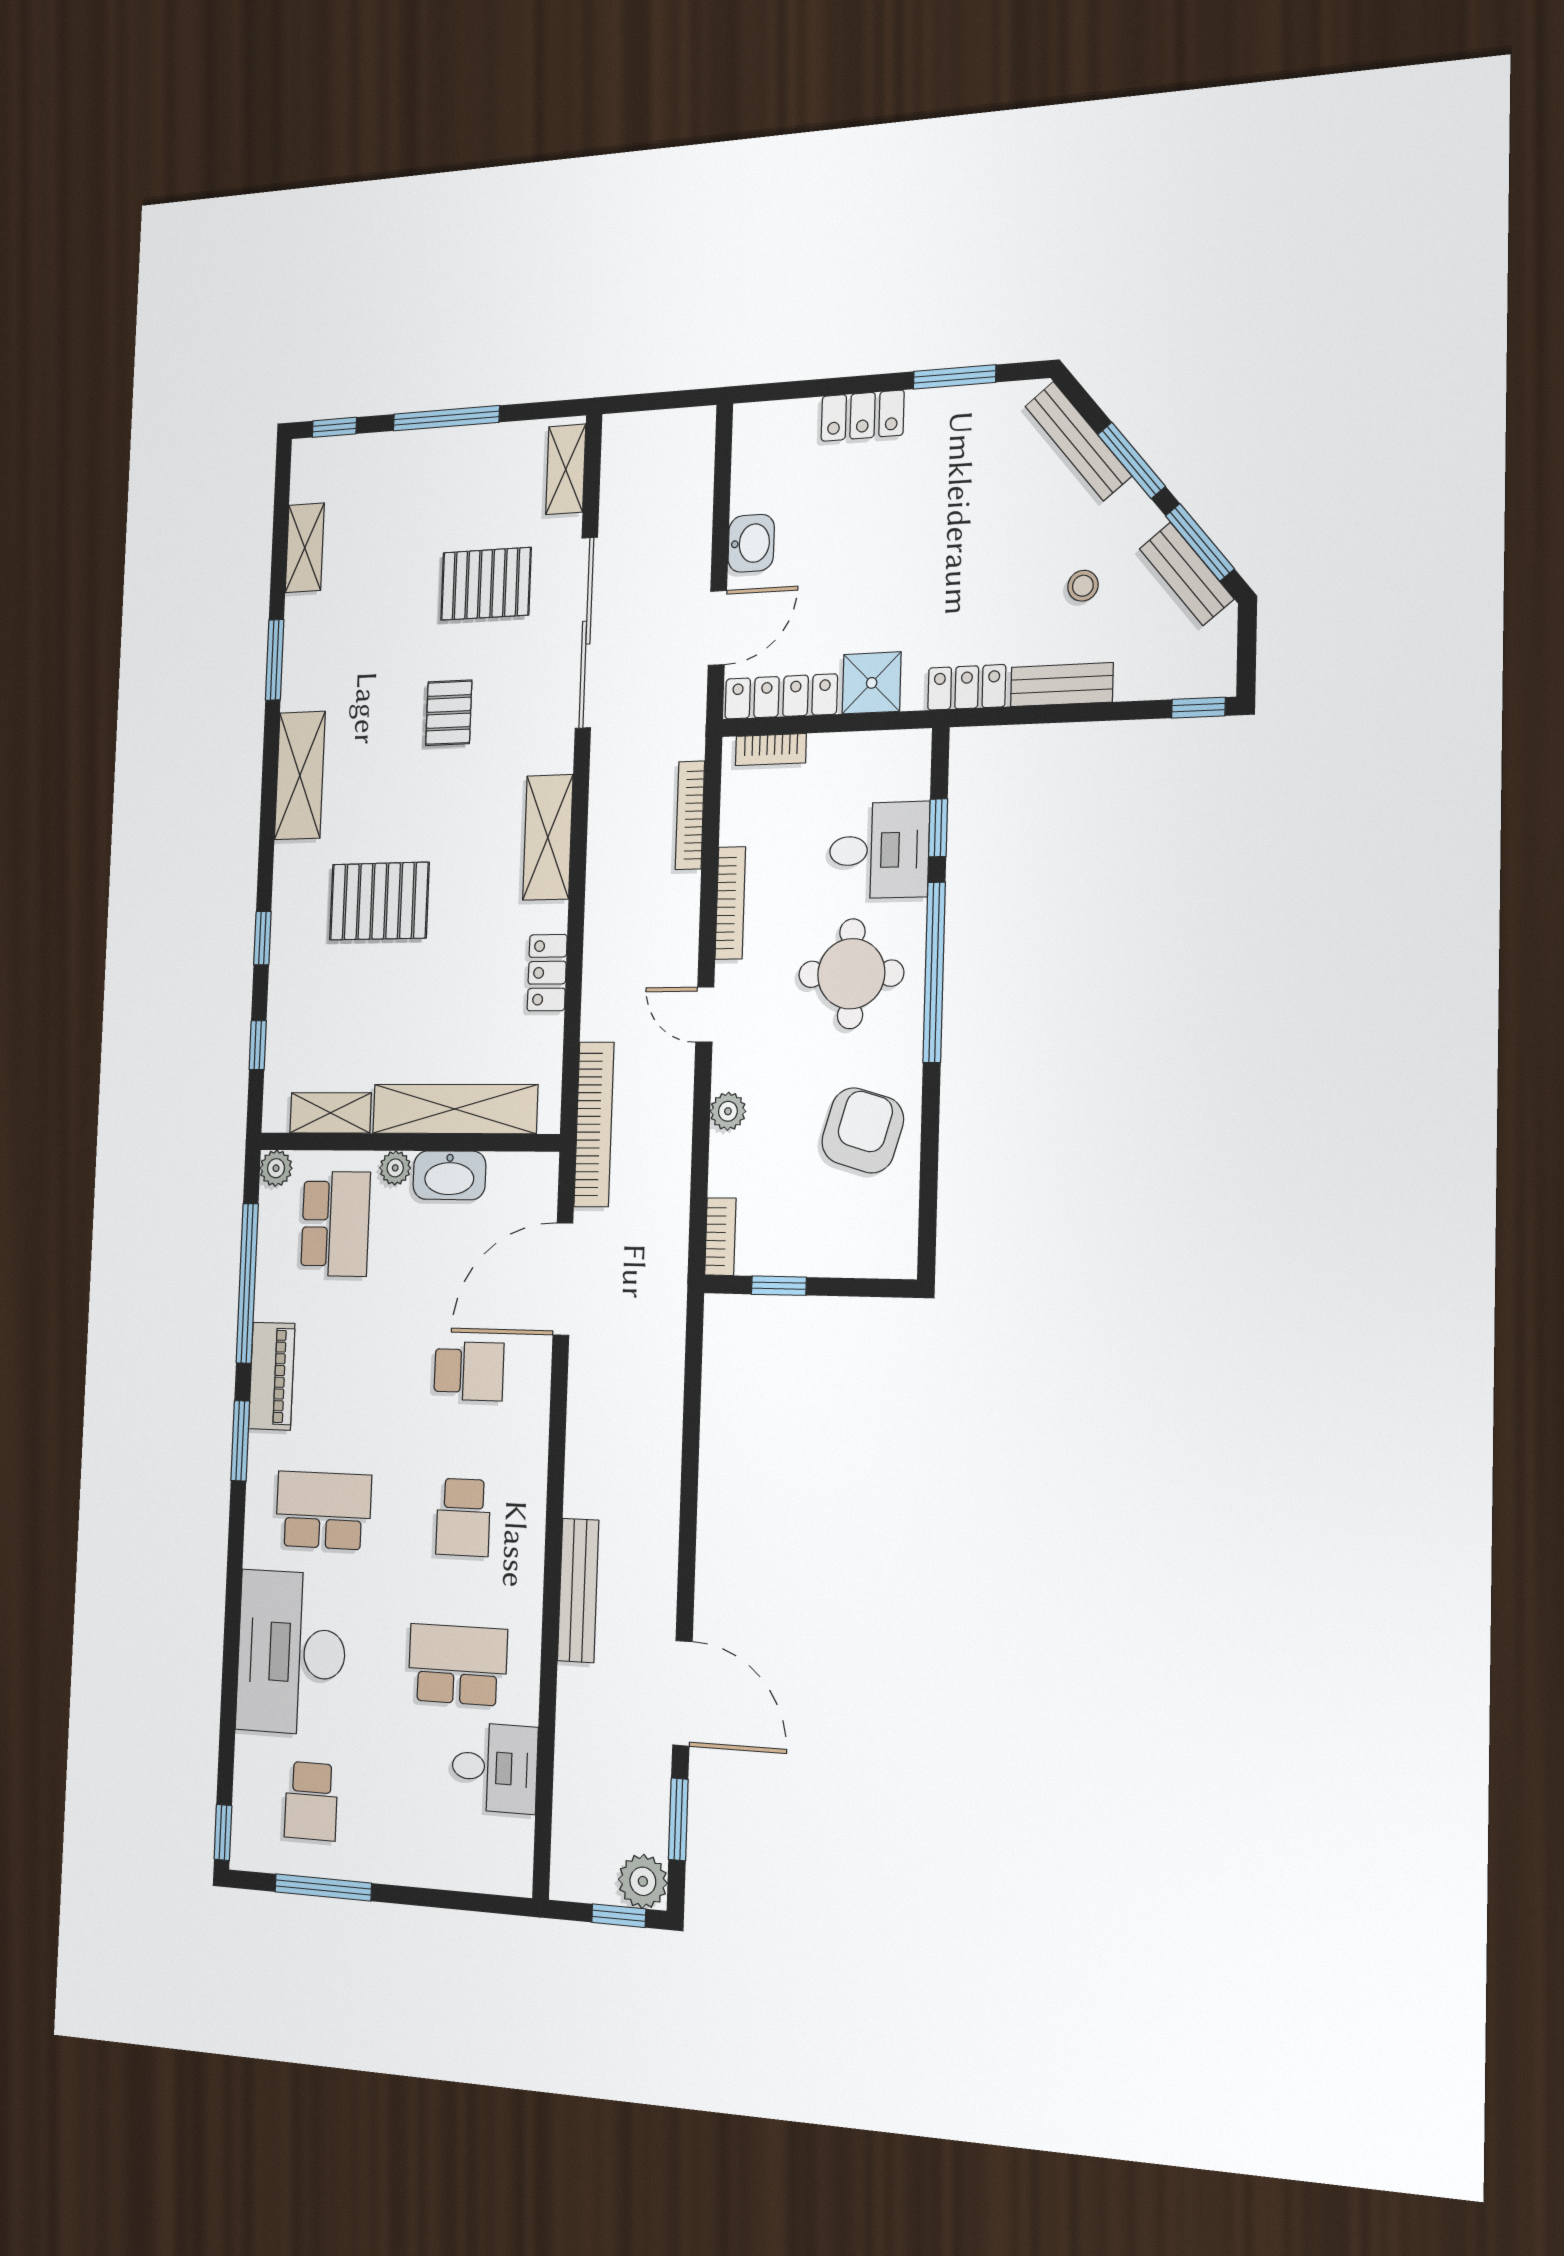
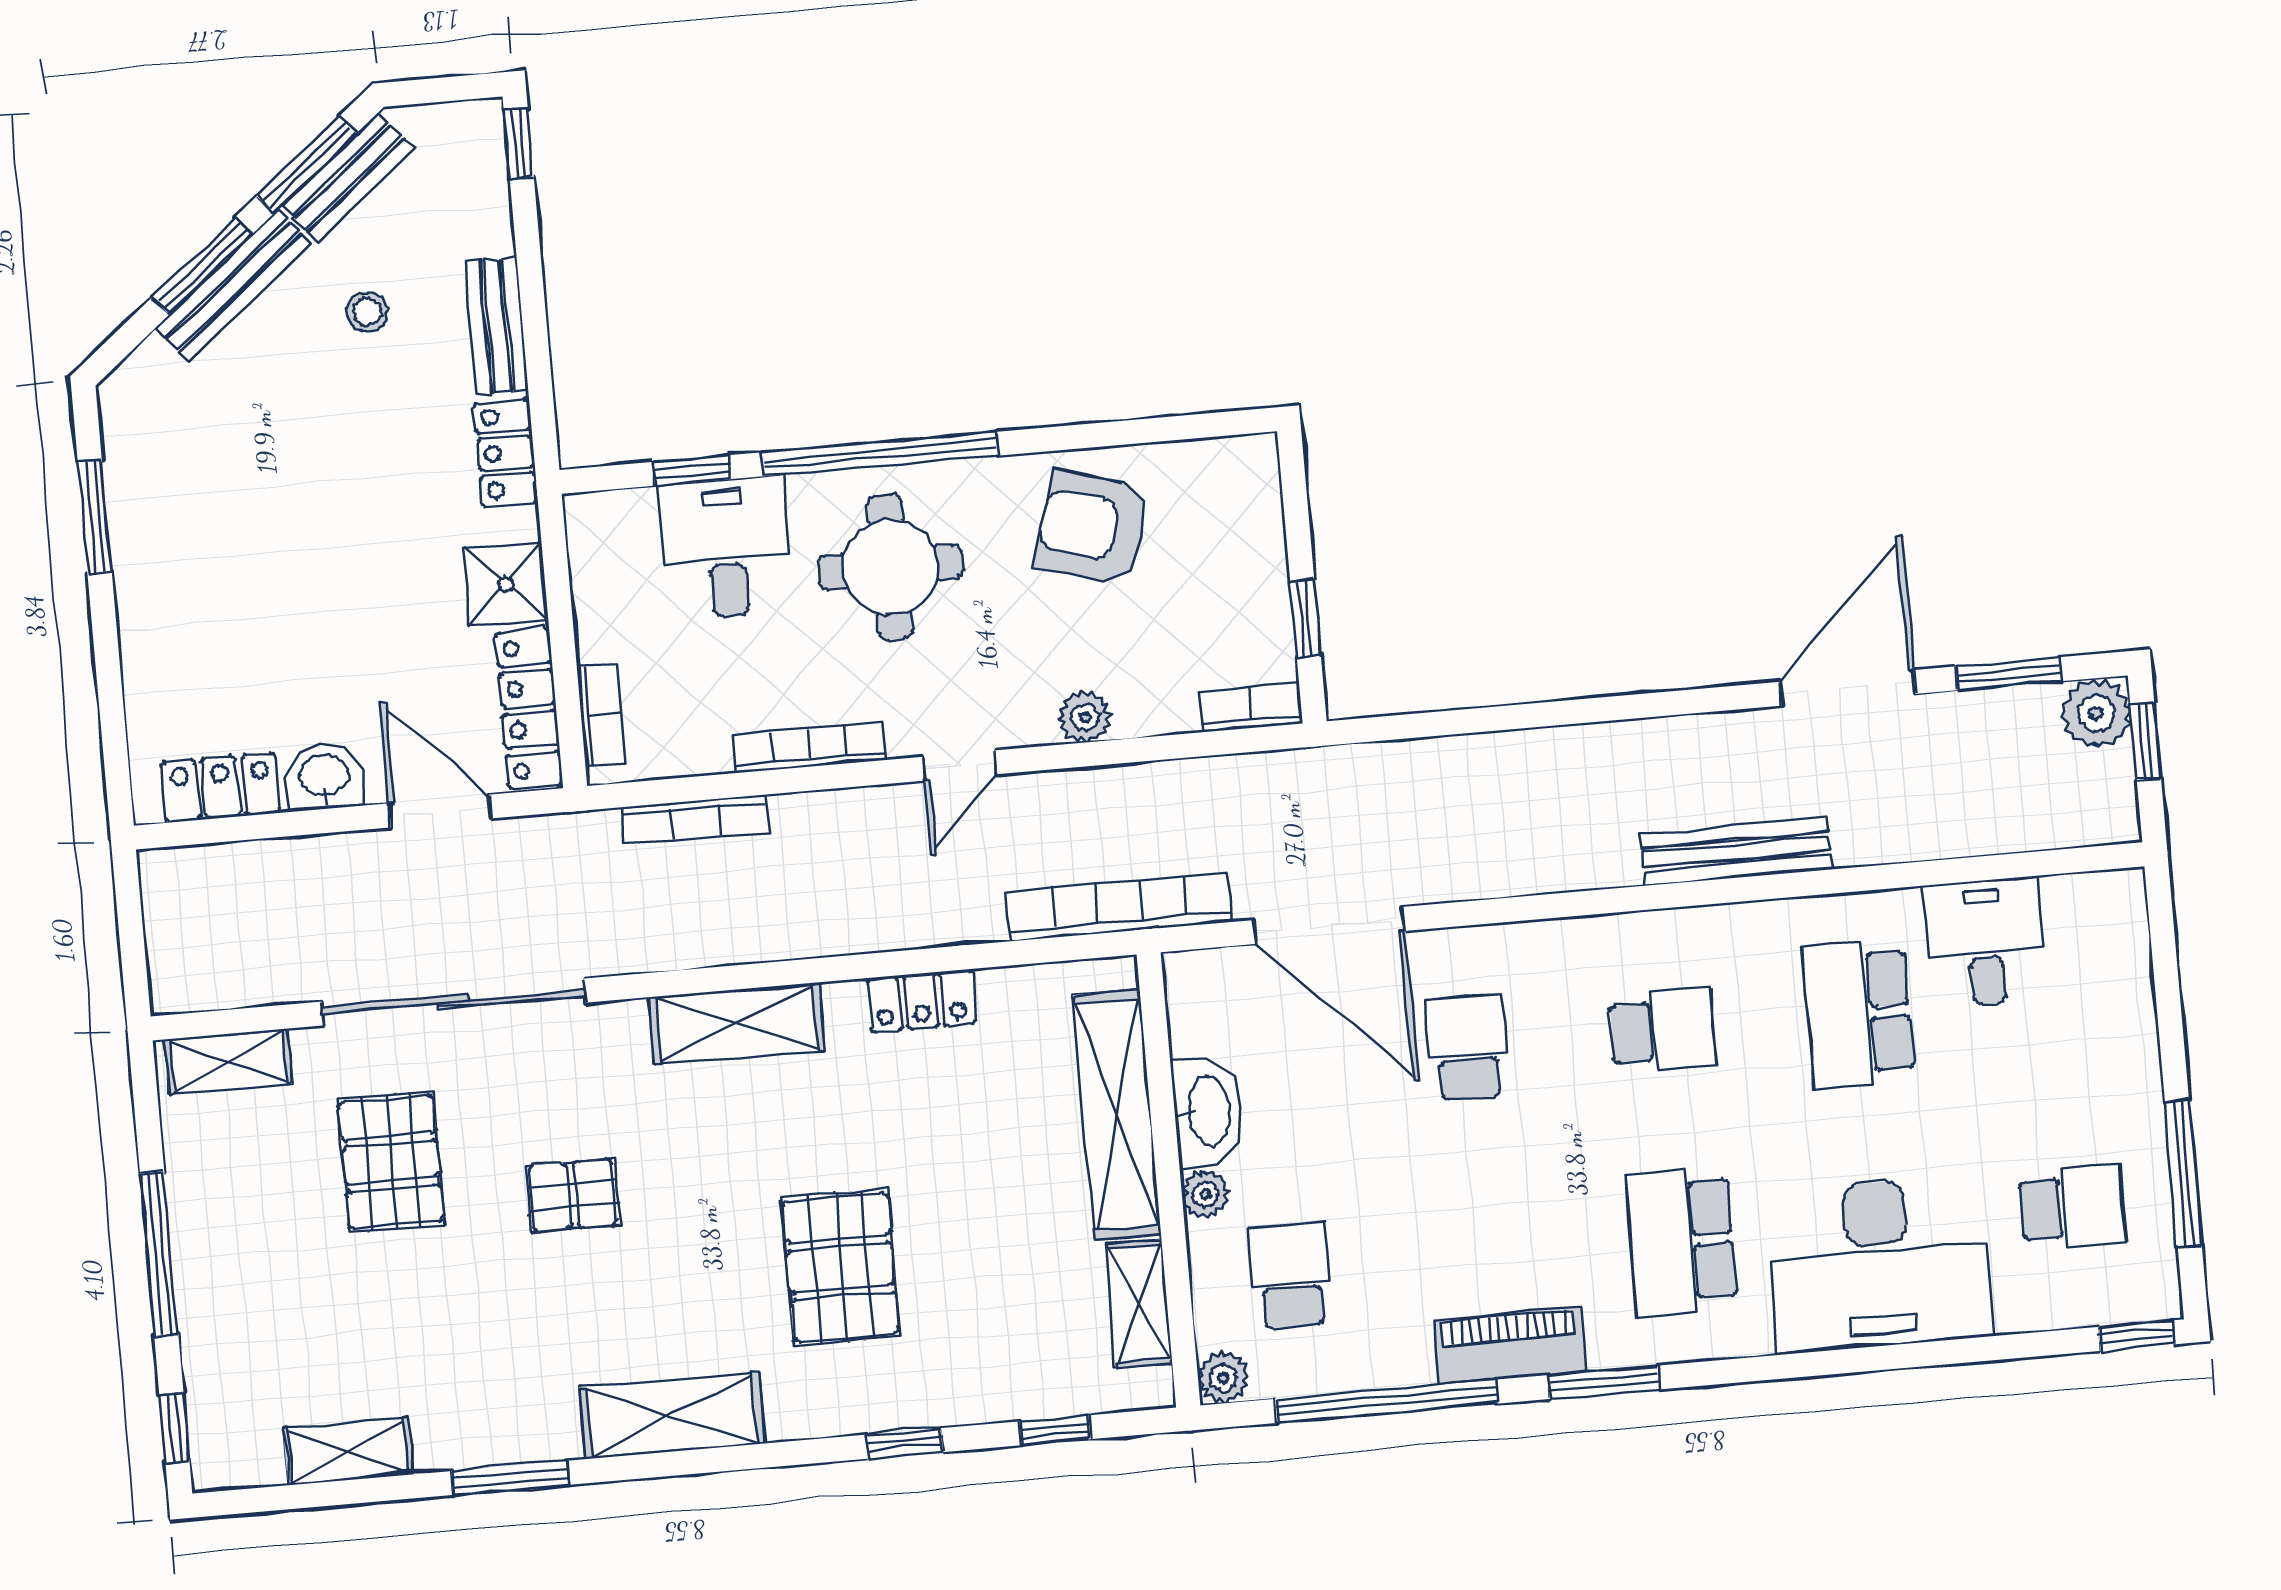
locker: (863, 416) -> (221, 787), moved, turned -90
bench: (1078, 441) -> (233, 286), moved
school desk: (335, 1224) -> (1291, 1275), width x0.54

